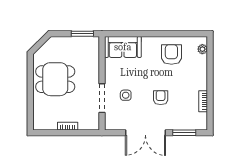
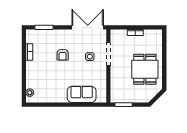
sofa: (123, 47) -> (82, 94), moved
armchair: (171, 55) -> (54, 88), removed
dining table: (55, 79) -> (145, 69), turned 90
double door: (145, 133) -> (88, 27), moved

